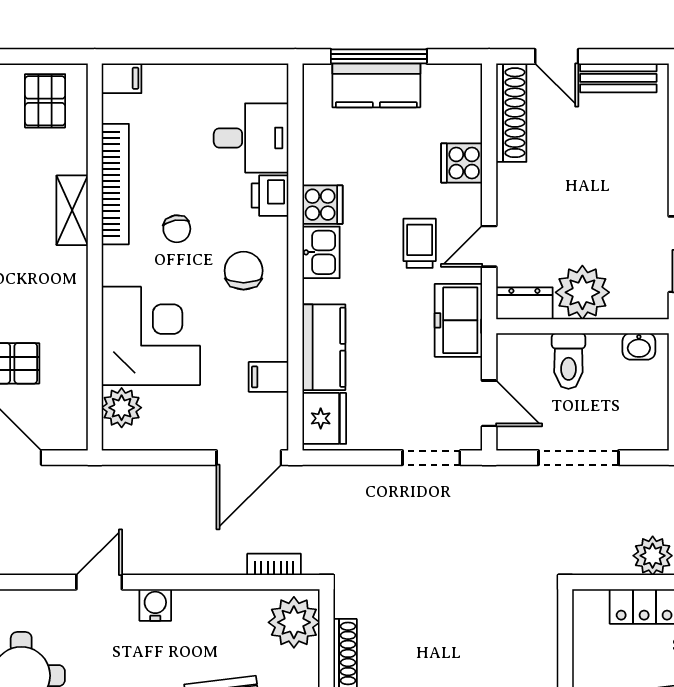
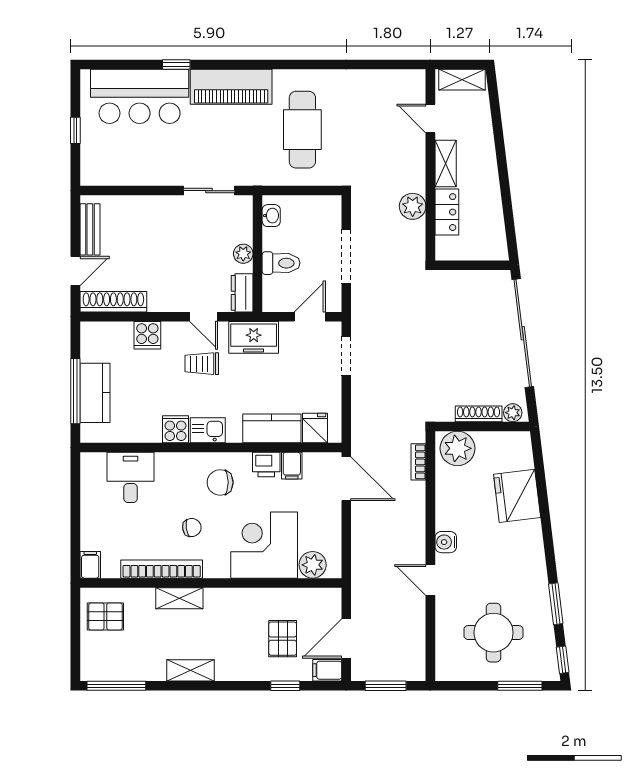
printer: (270, 196) -> (266, 465), moved
plant: (582, 292) -> (243, 254), width x0.53, depth x0.53
fridge: (324, 418) -> (315, 428), width x0.72

